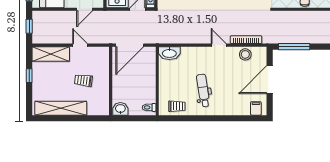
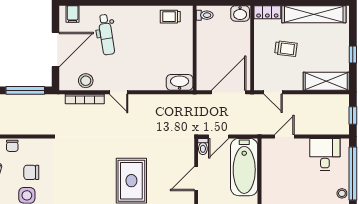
door: (80, 45) -> (273, 92), moved
dental chair: (203, 90) -> (106, 35), moved
locker: (98, 110) -> (267, 12), added

